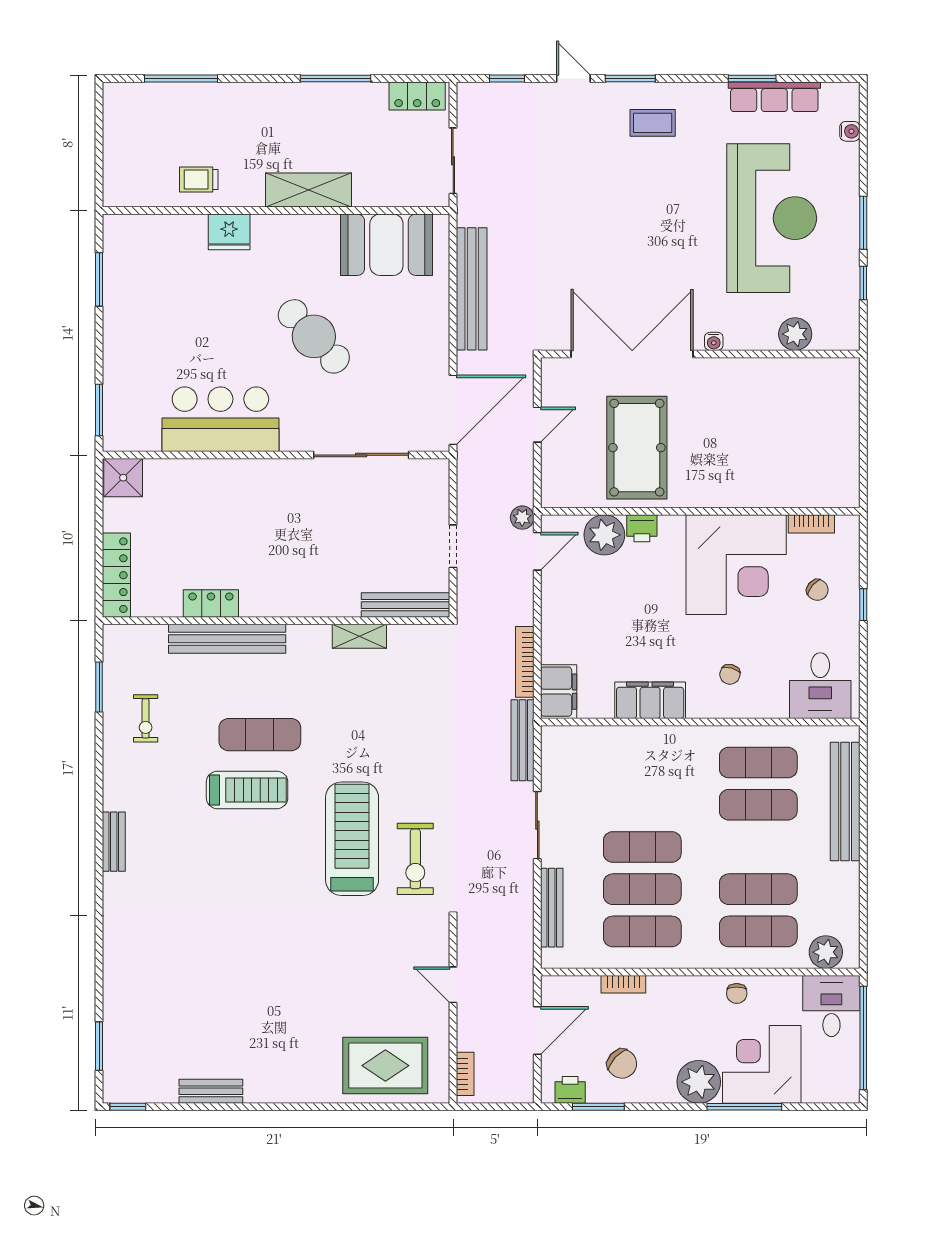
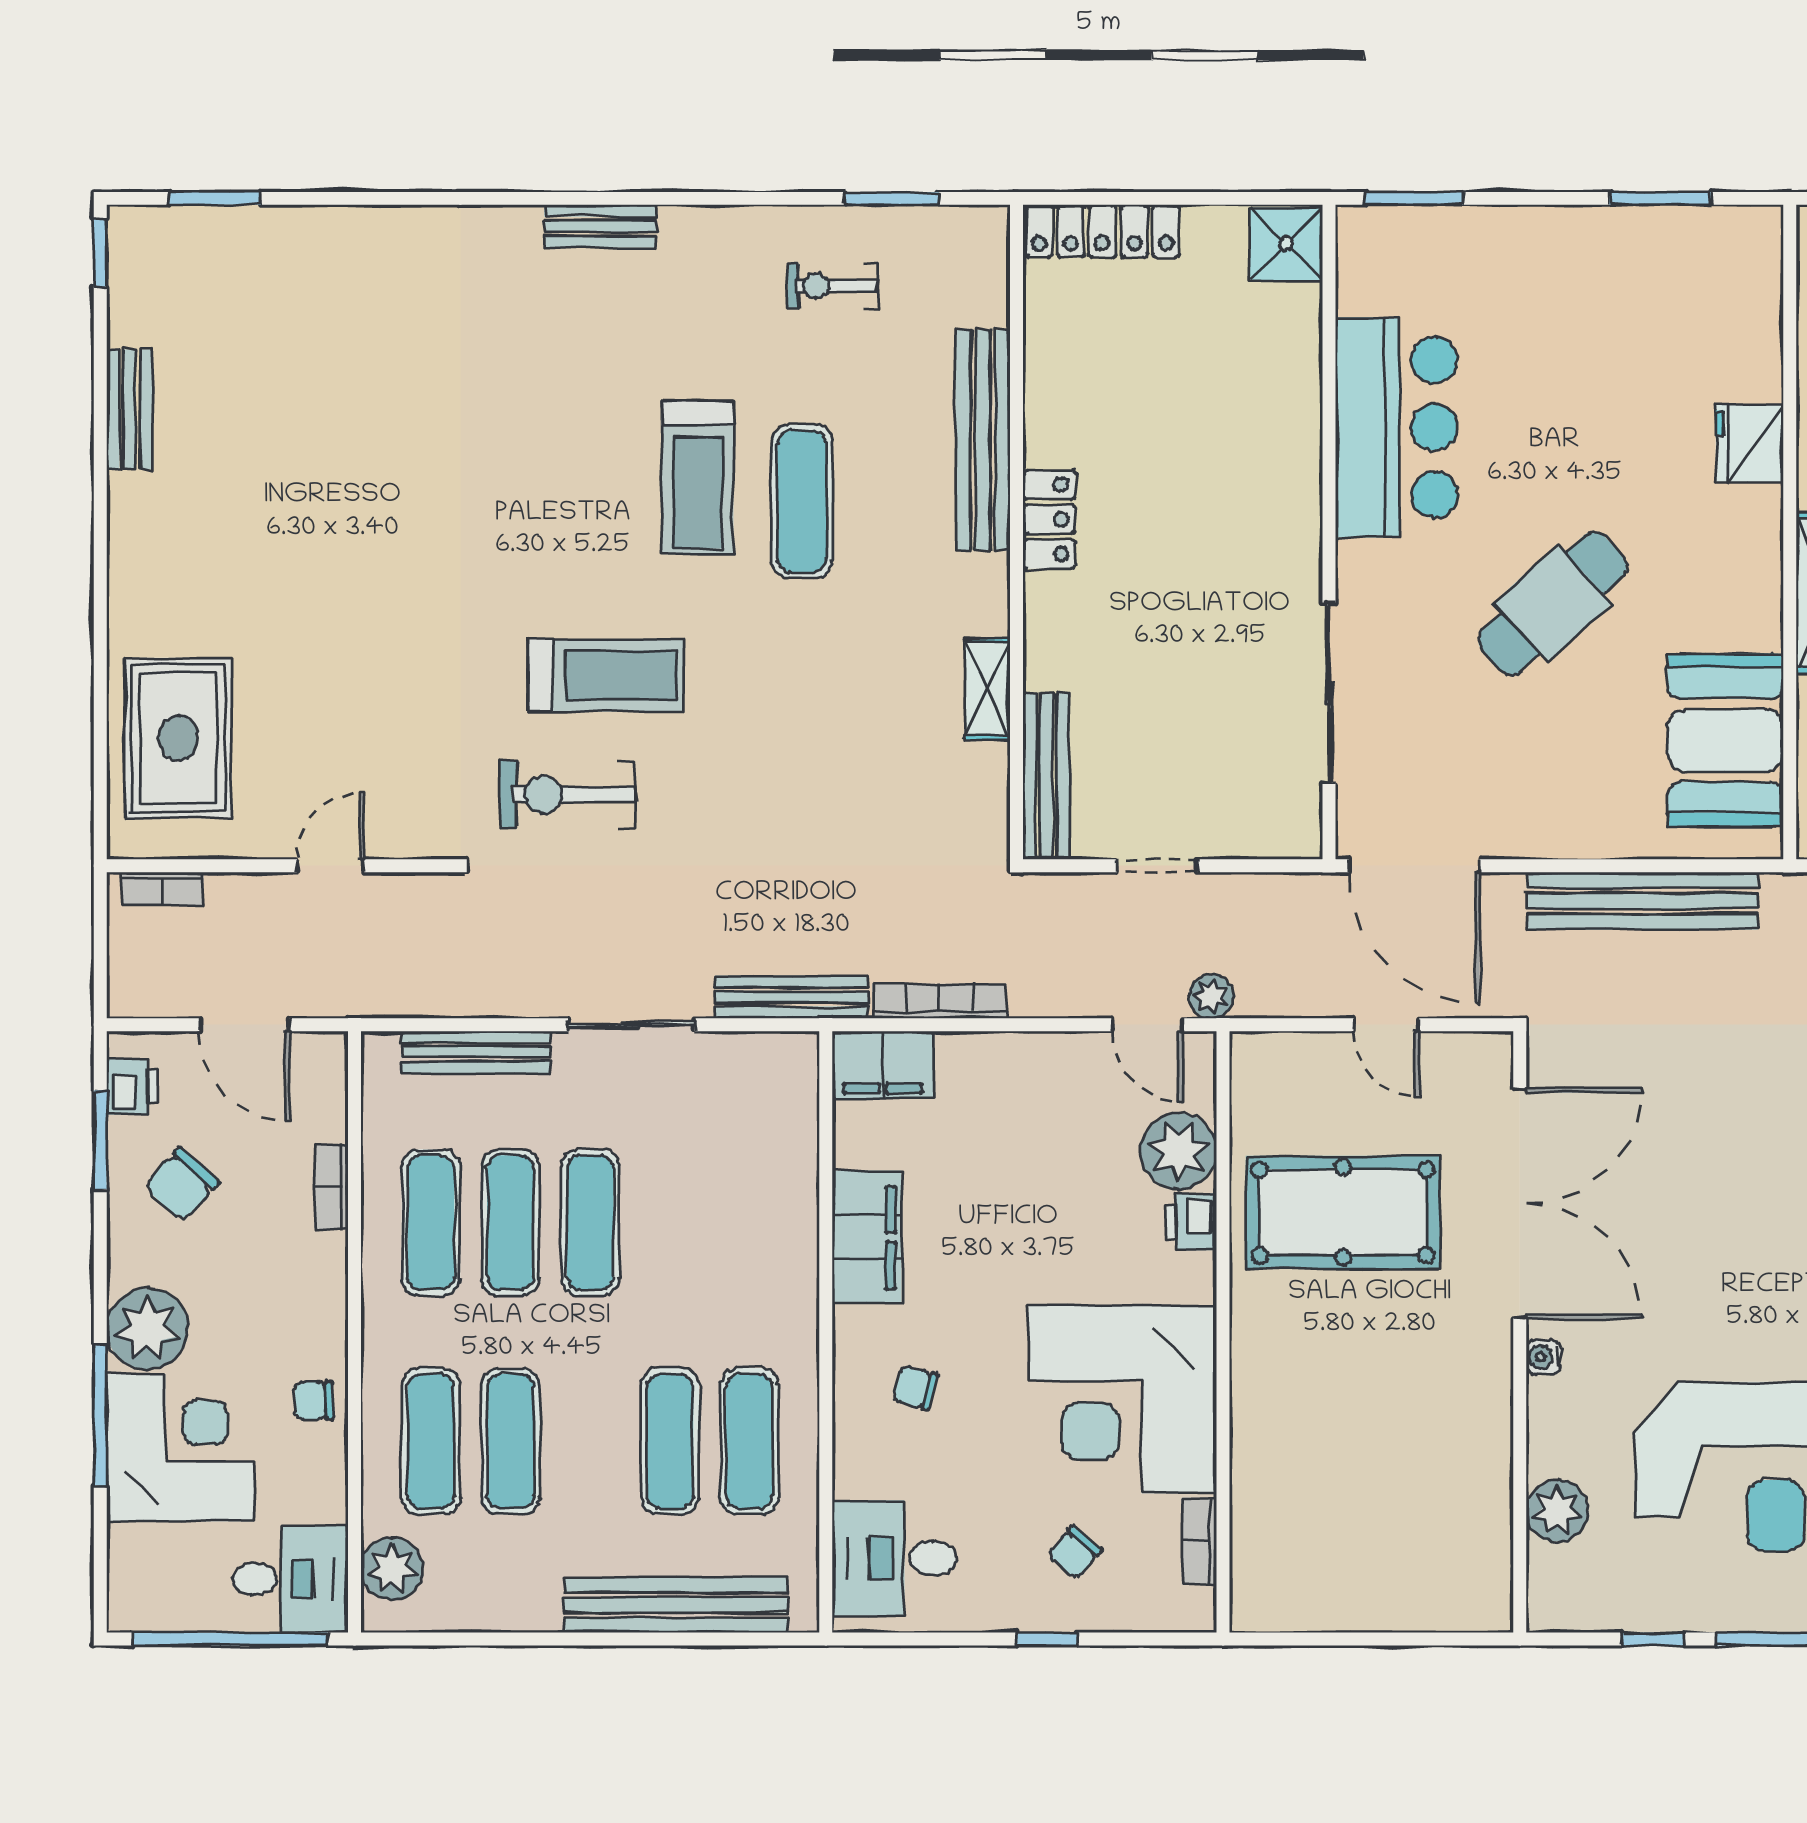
locker: (211, 604) -> (1049, 519), moved
treadmill: (352, 839) -> (606, 675), width x0.73, depth x0.73

